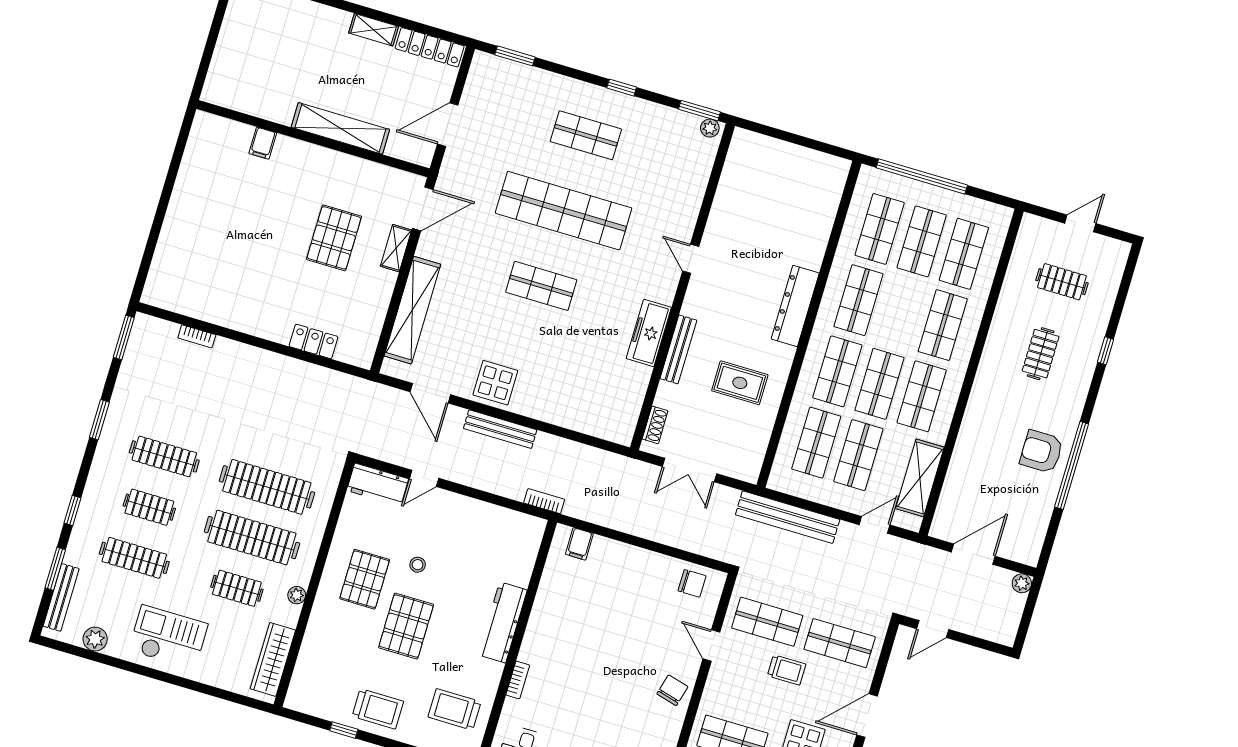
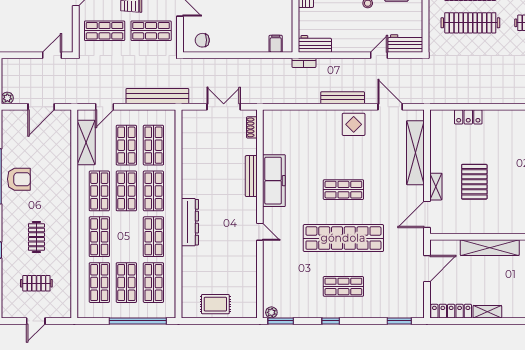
freezer: (649, 333) -> (274, 181), width x1.36, depth x1.26
rug: (740, 383) -> (215, 304), moved
workbench: (519, 526) -> (315, 44), added

